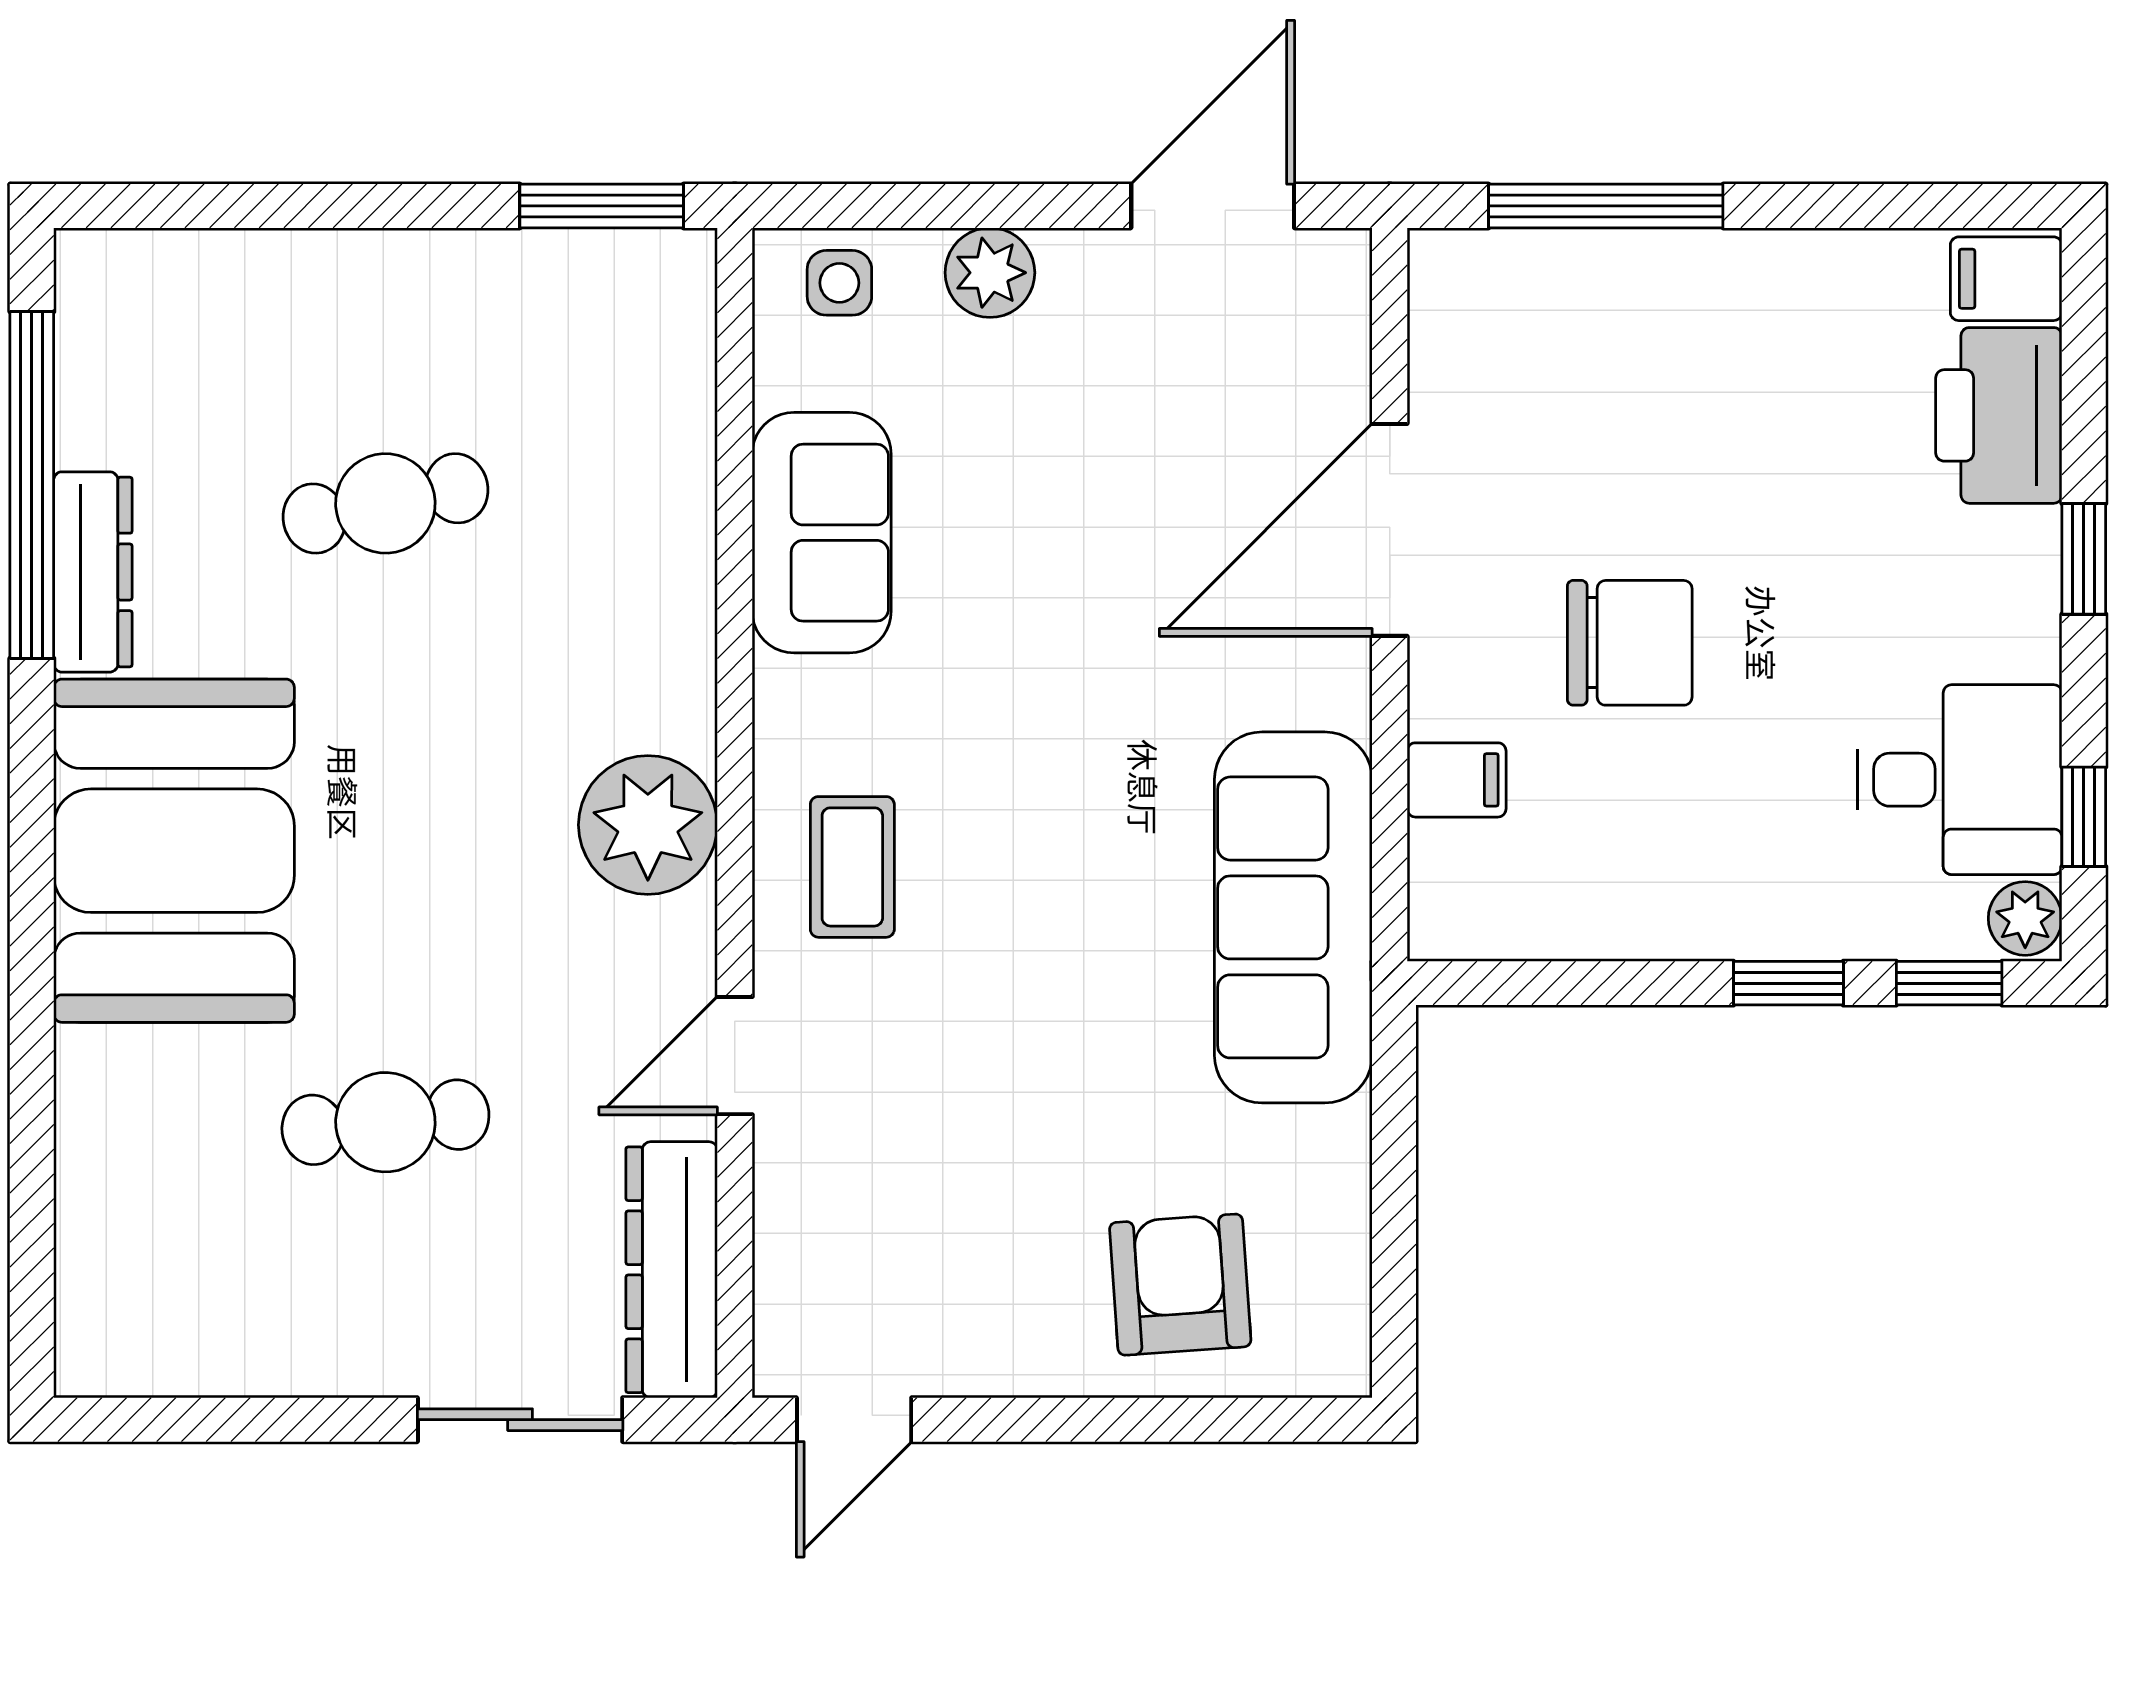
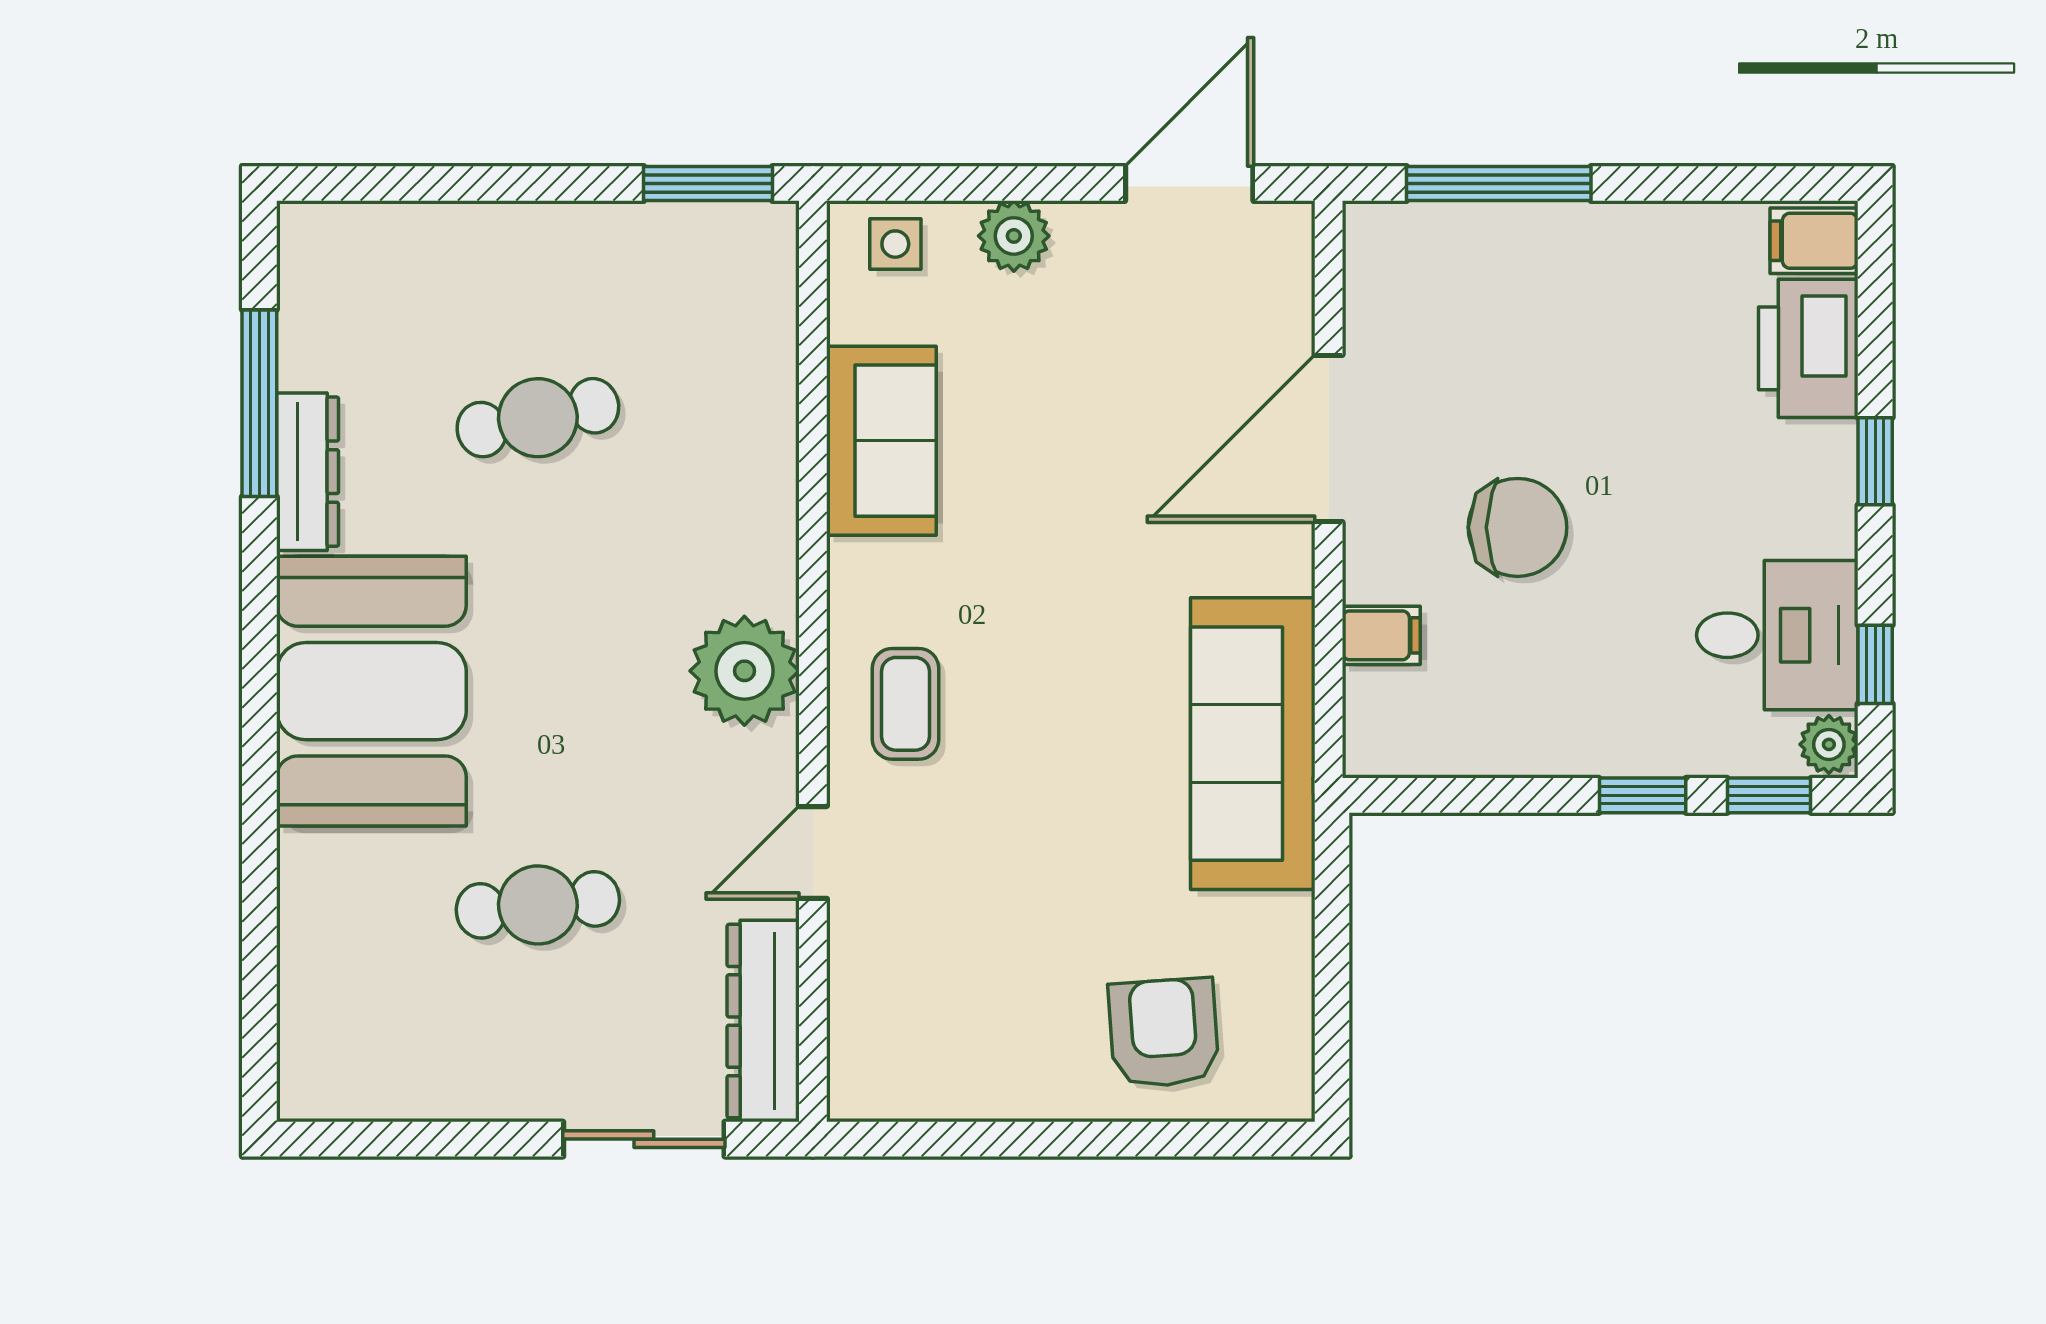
window: (32, 485) -> (259, 403), width x0.68
door: (854, 1420) -> (907, 1139), removed

